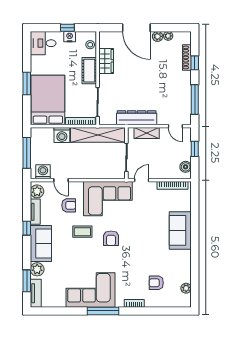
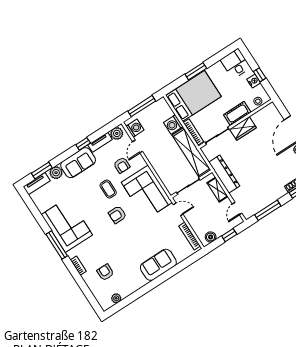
wardrobe: (106, 61) -> (243, 128), moved

